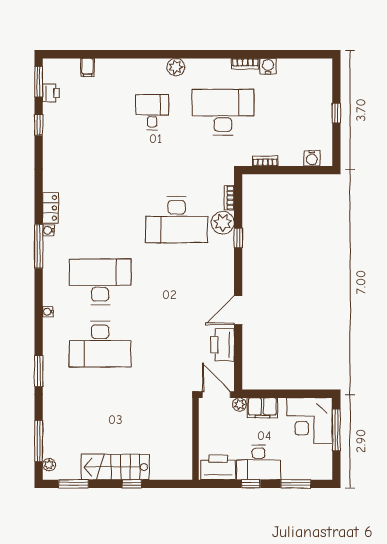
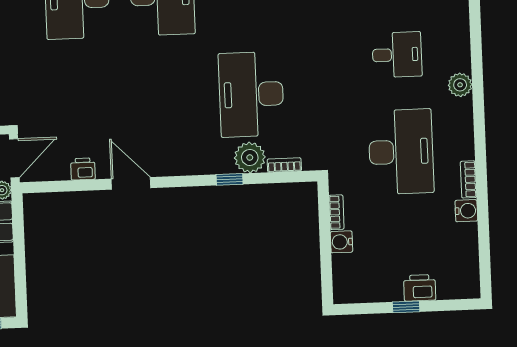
printer: (323, 103) -> (420, 288), added
water cooler: (312, 158) -> (341, 242), moved
printer: (222, 345) -> (83, 169), width x0.53, depth x0.68

